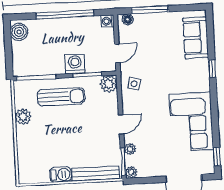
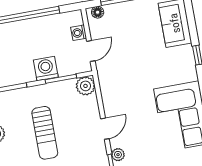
washing machine: (108, 21) -> (79, 33), moved
side table: (134, 84) -> (114, 82), removed
sun lounger: (61, 97) -> (45, 133), moved, turned 90

